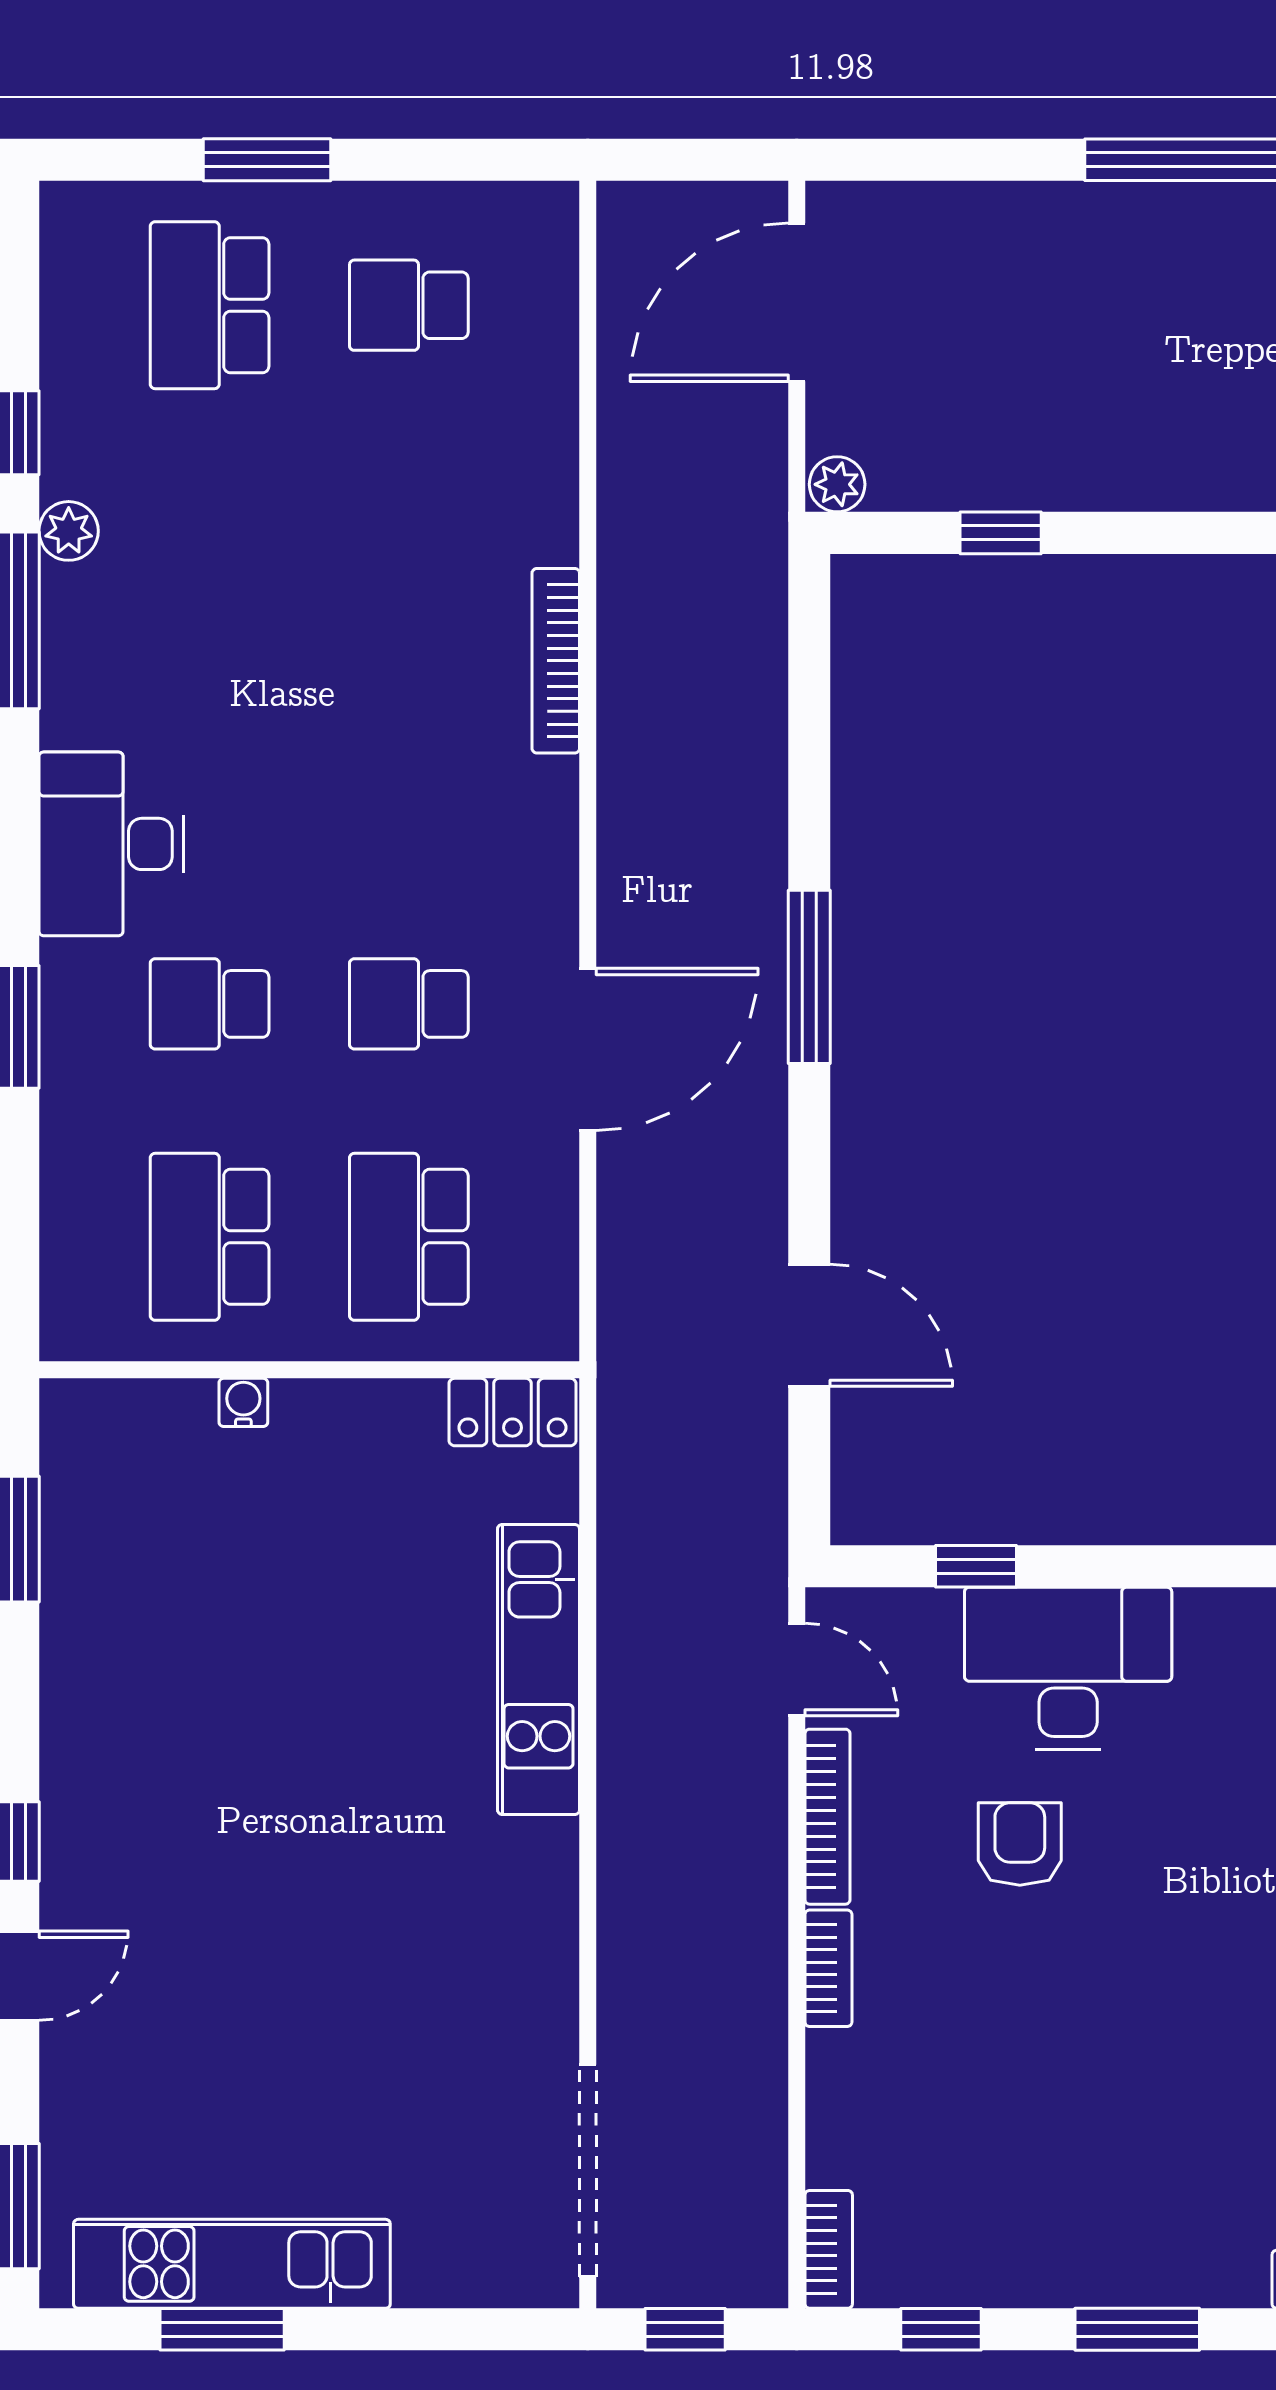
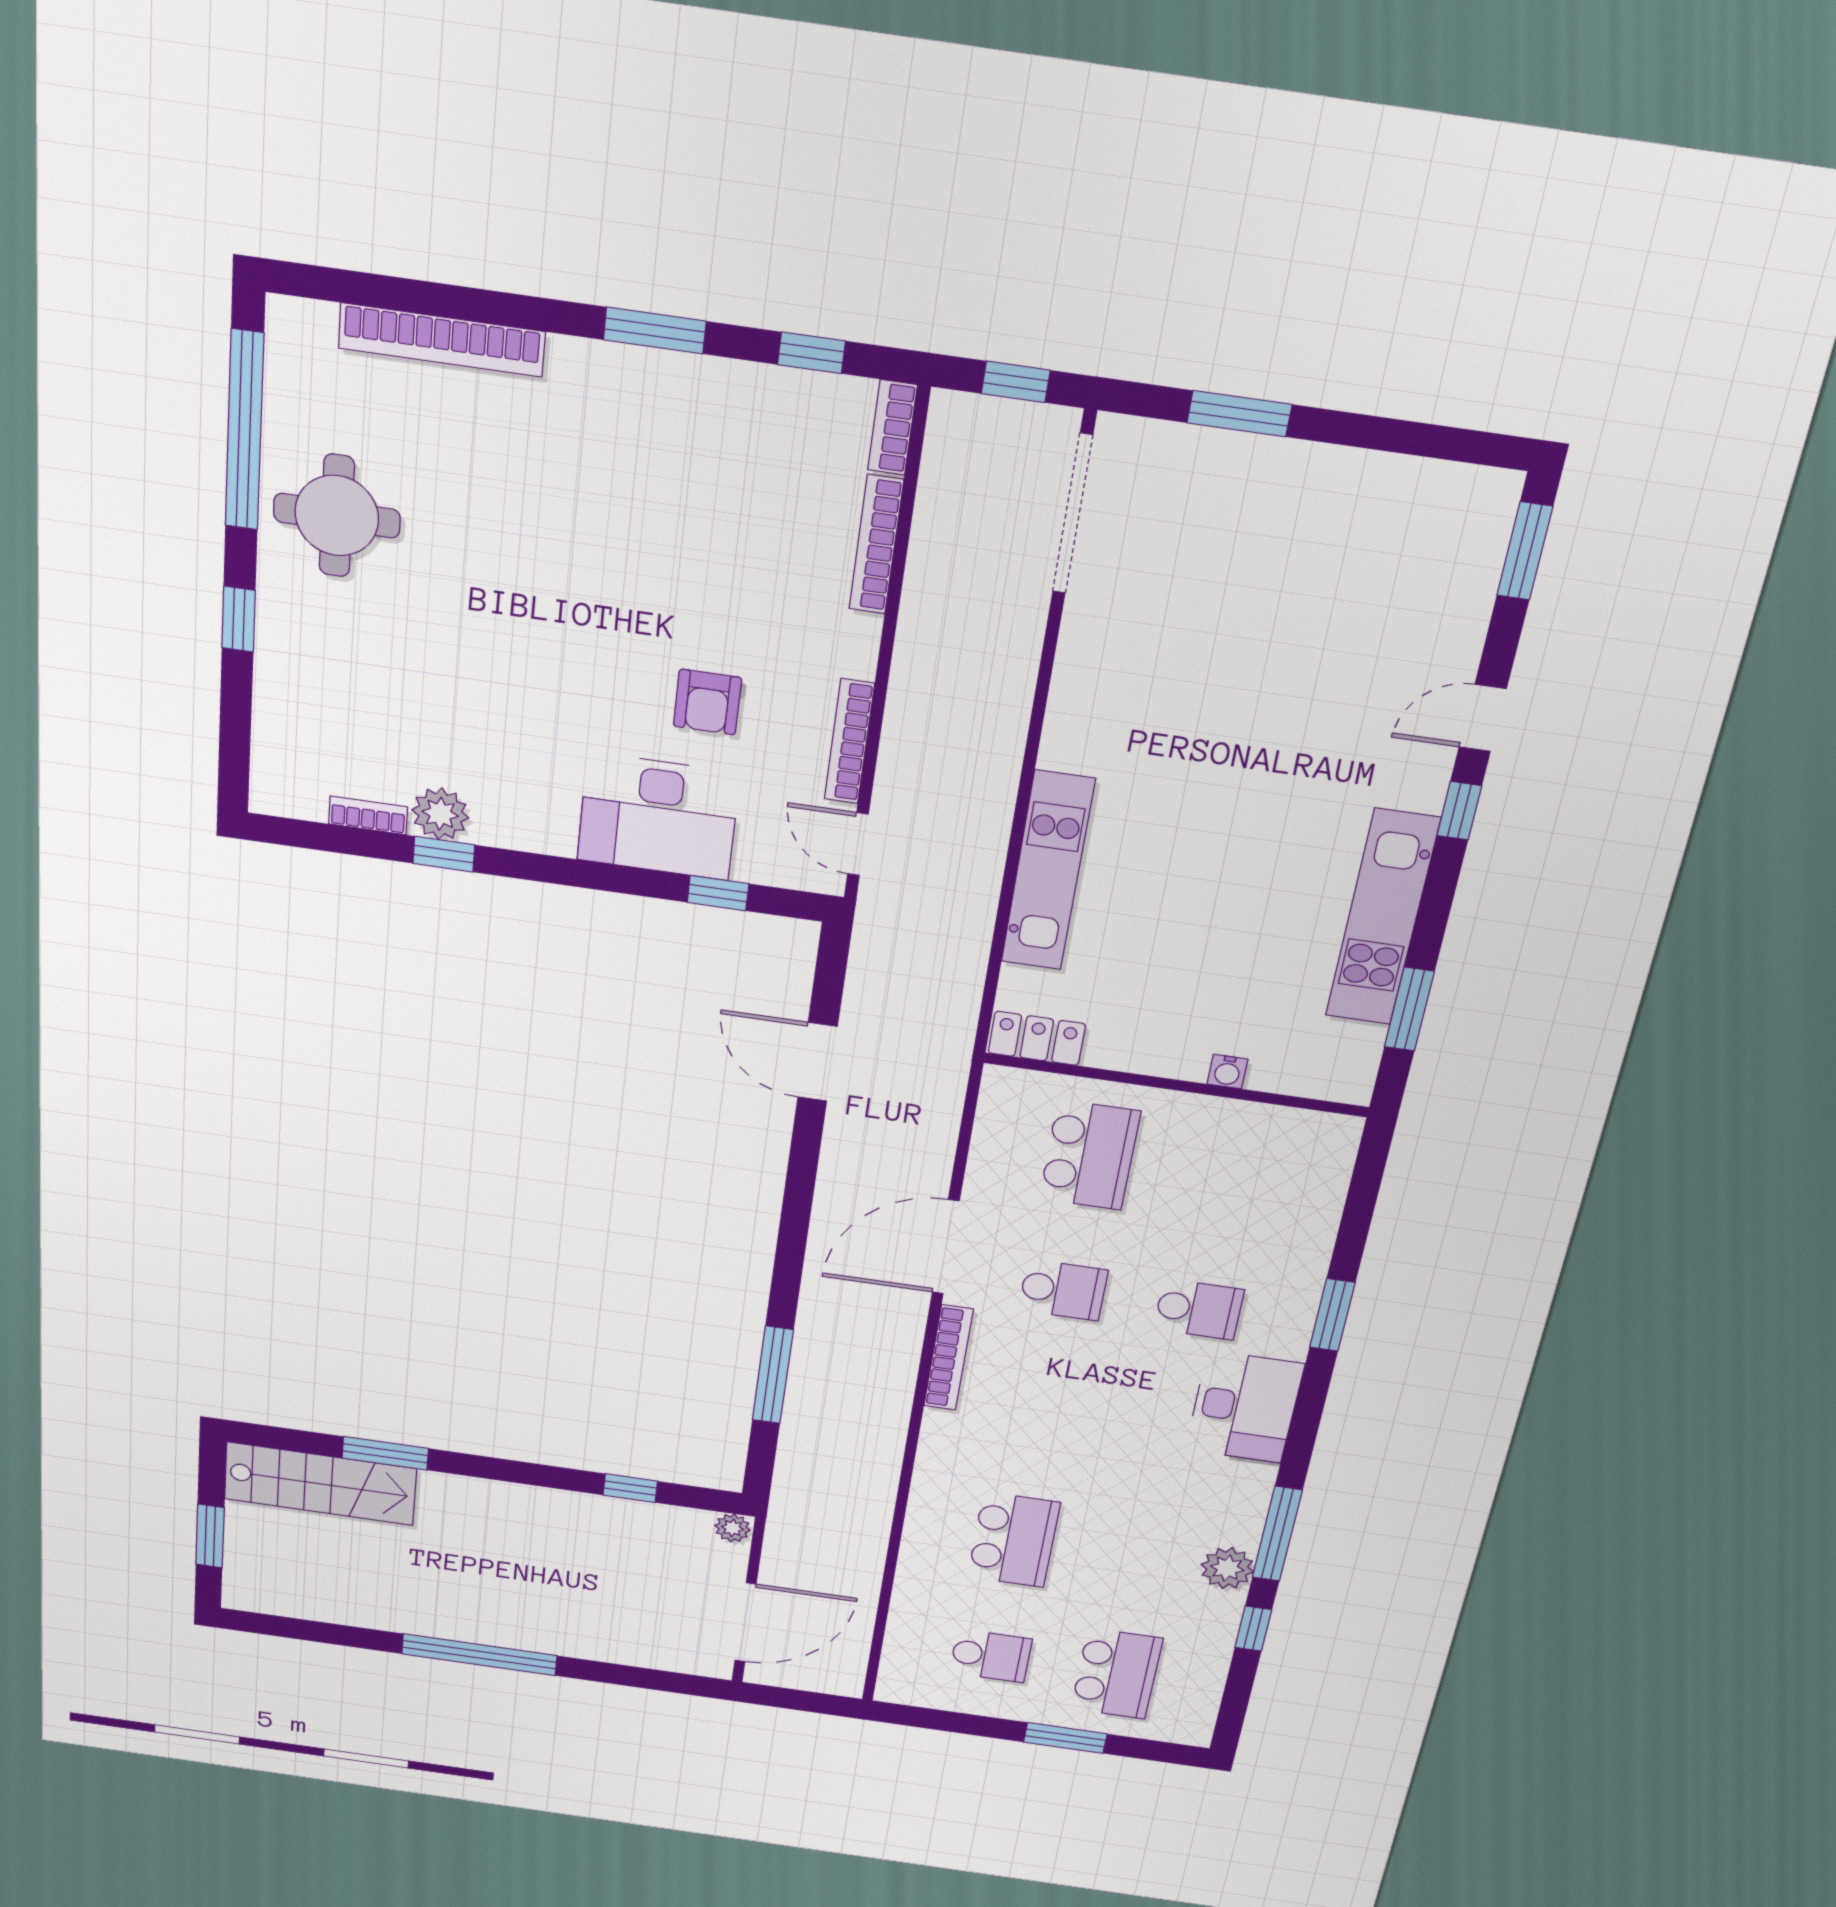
plant: (69, 531) -> (1227, 1568), width x1.38, depth x1.38
bookcase: (556, 661) -> (948, 1358), moved
window: (809, 977) -> (773, 1375), moved
school desk: (210, 1237) -> (1014, 1540), moved
bookcase: (828, 1968) -> (876, 545), moved, width x1.56
kitchen unit: (232, 2264) -> (1382, 918), moved, turned 90
window: (222, 2329) -> (1239, 414), moved

